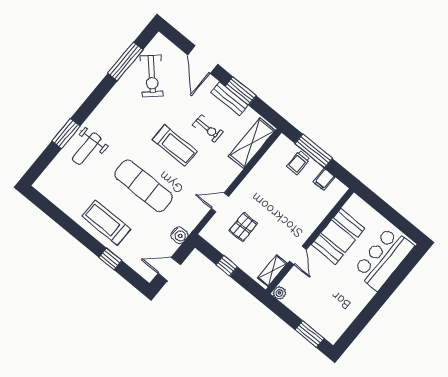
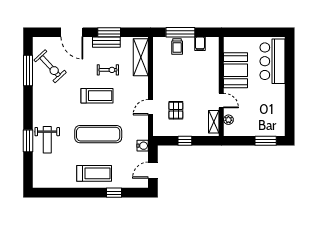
treadmill: (106, 223) -> (94, 173), turned 180
plant: (279, 293) -> (228, 120), moved

